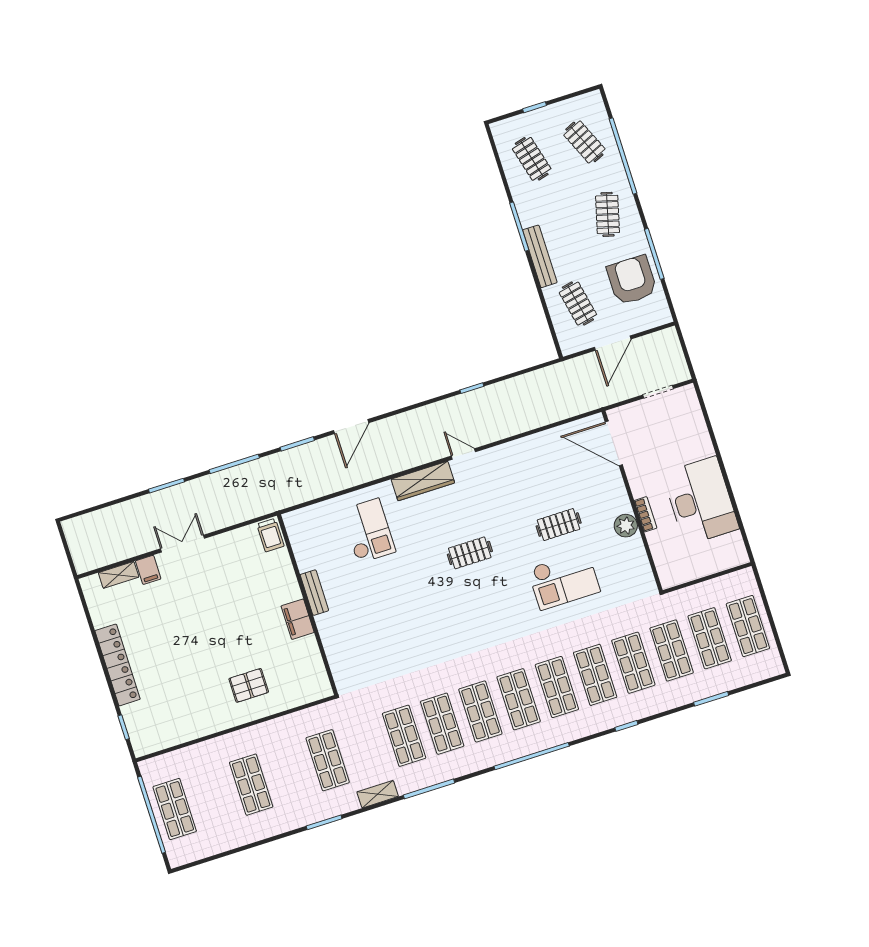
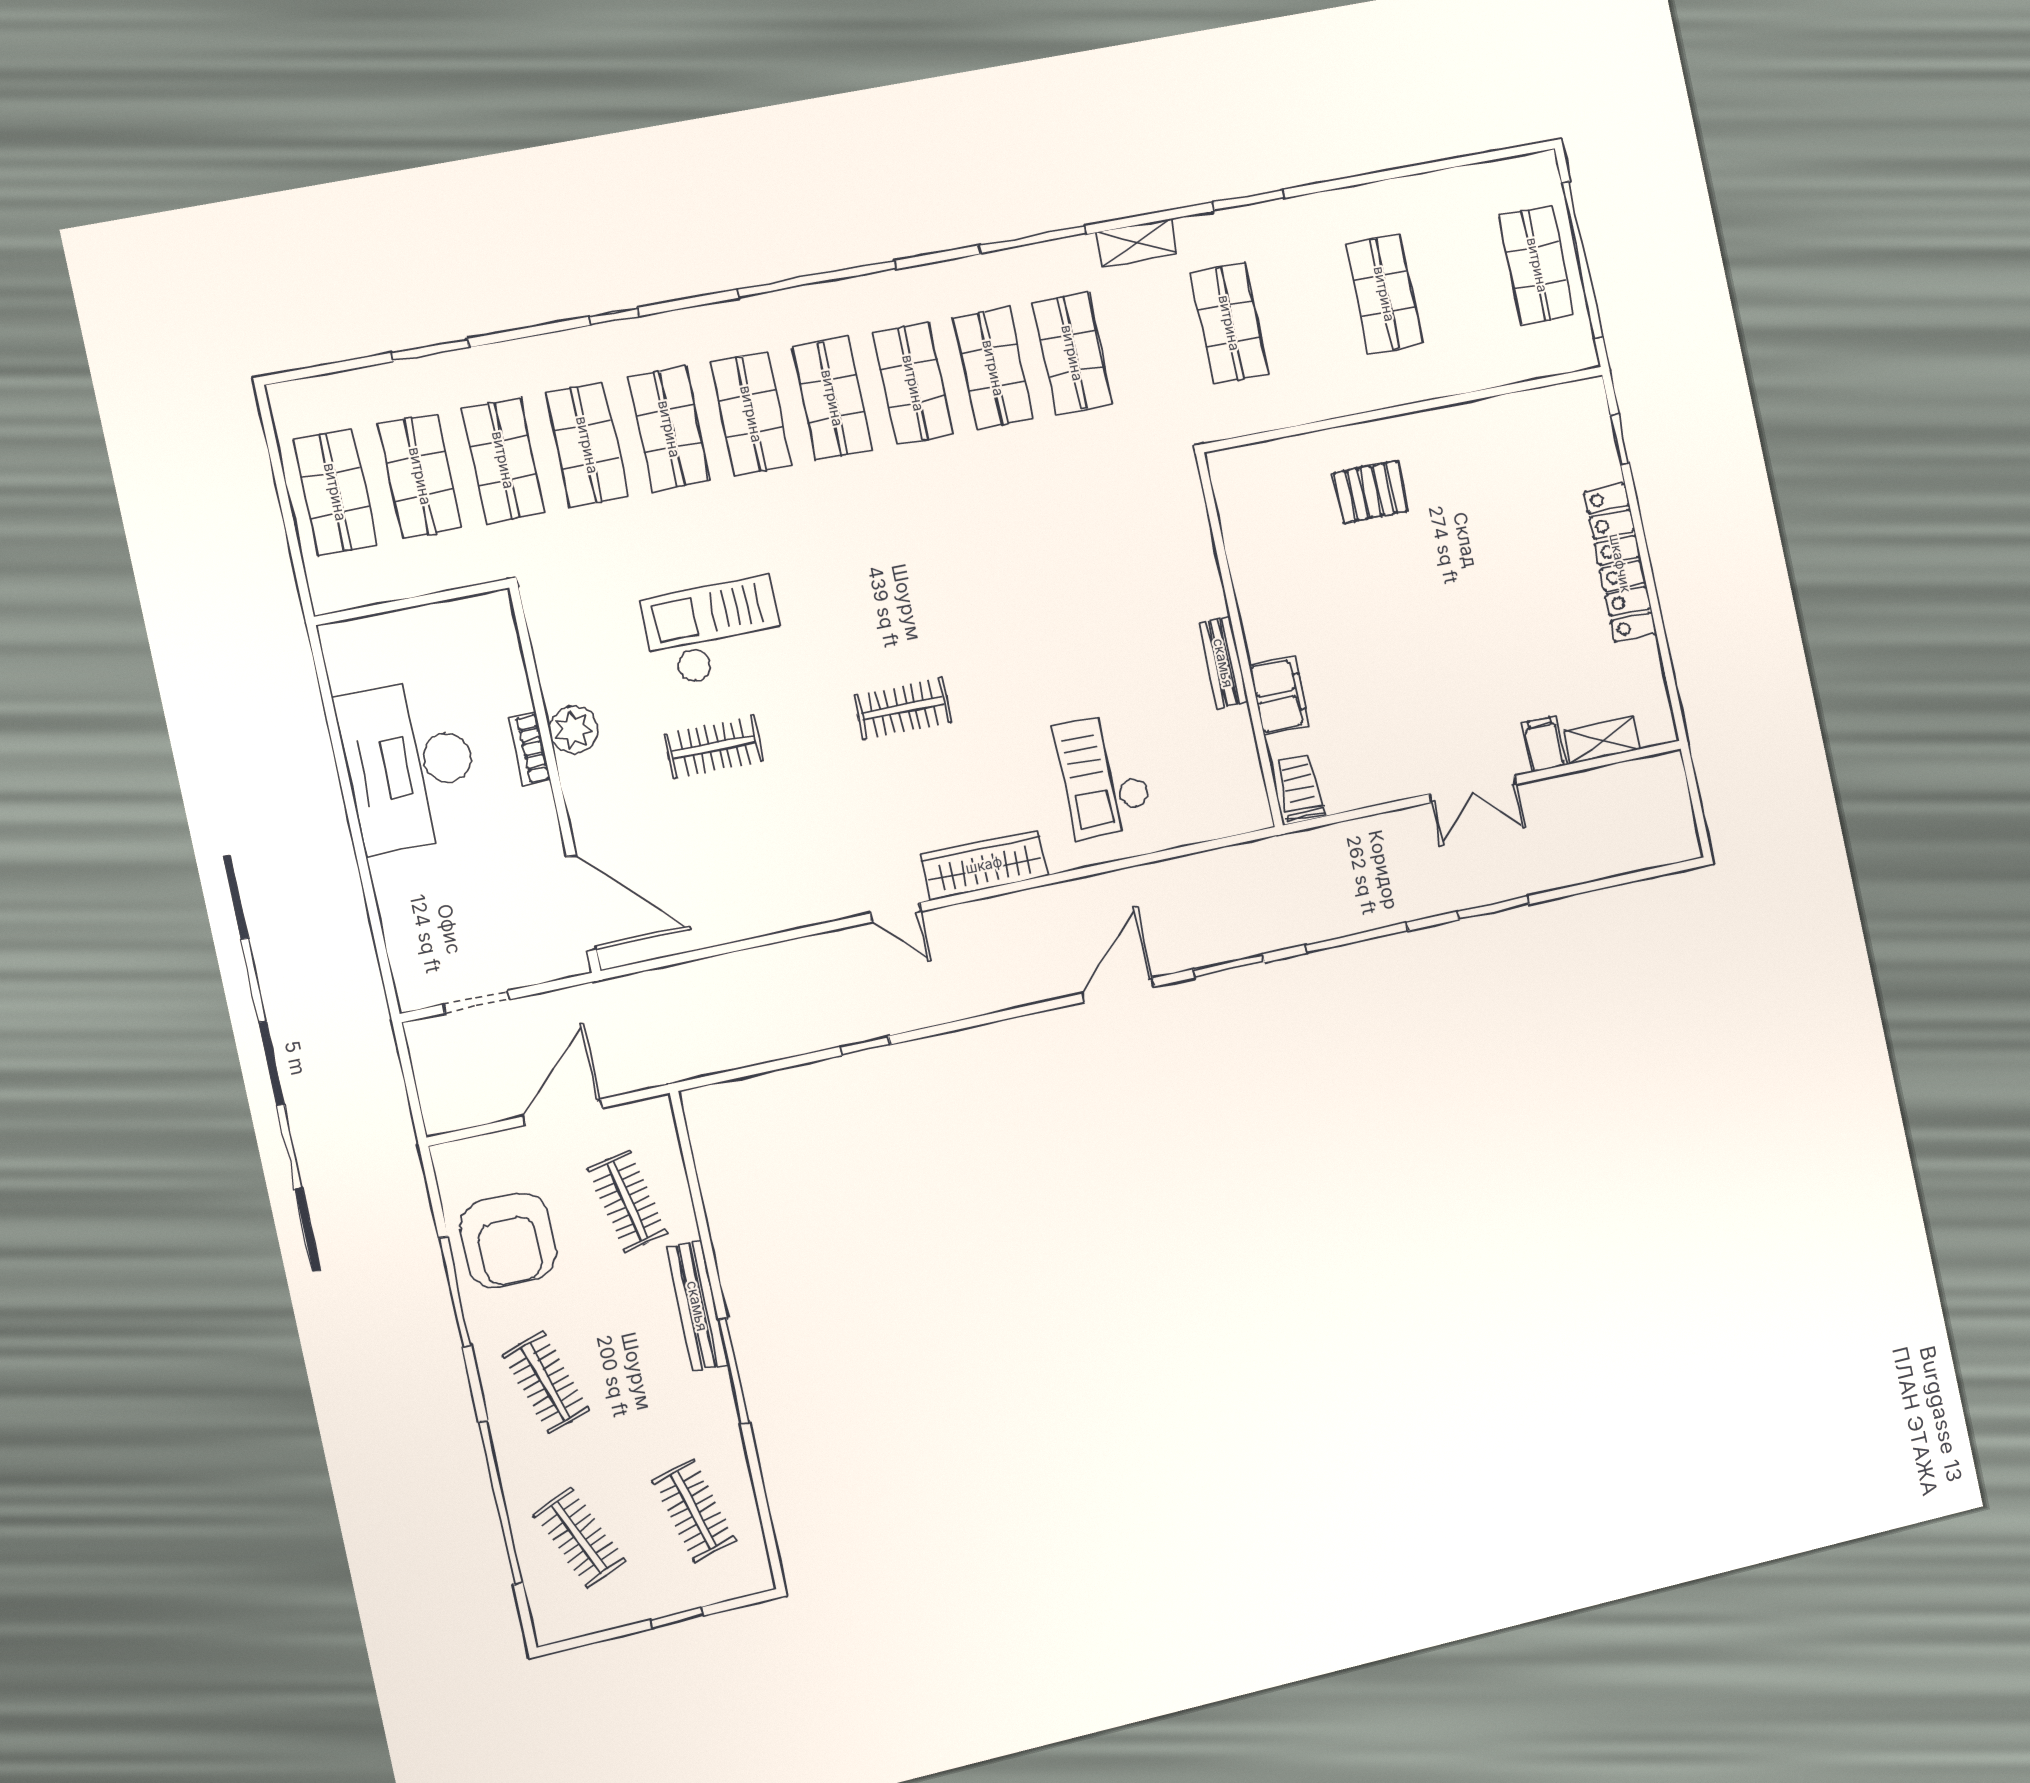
clothes rail: (608, 214) -> (546, 1382), turned -33
filing cabinet: (298, 619) -> (1279, 696), moved

